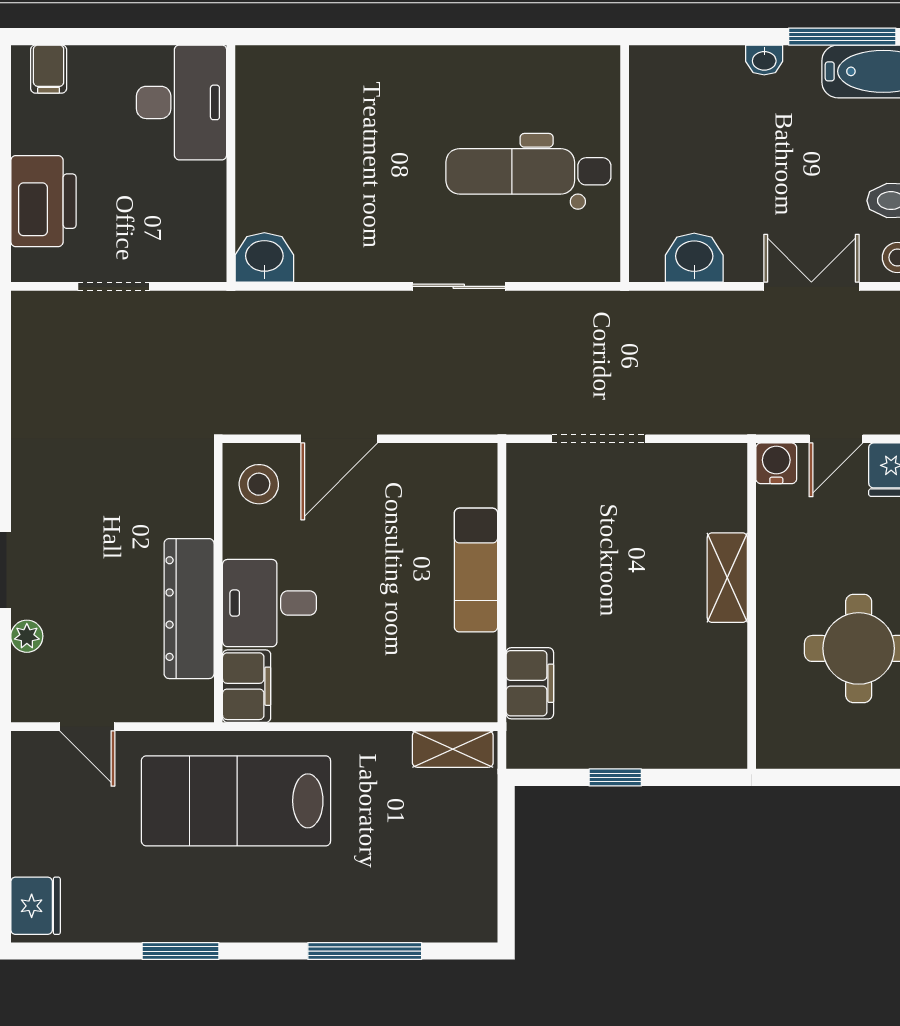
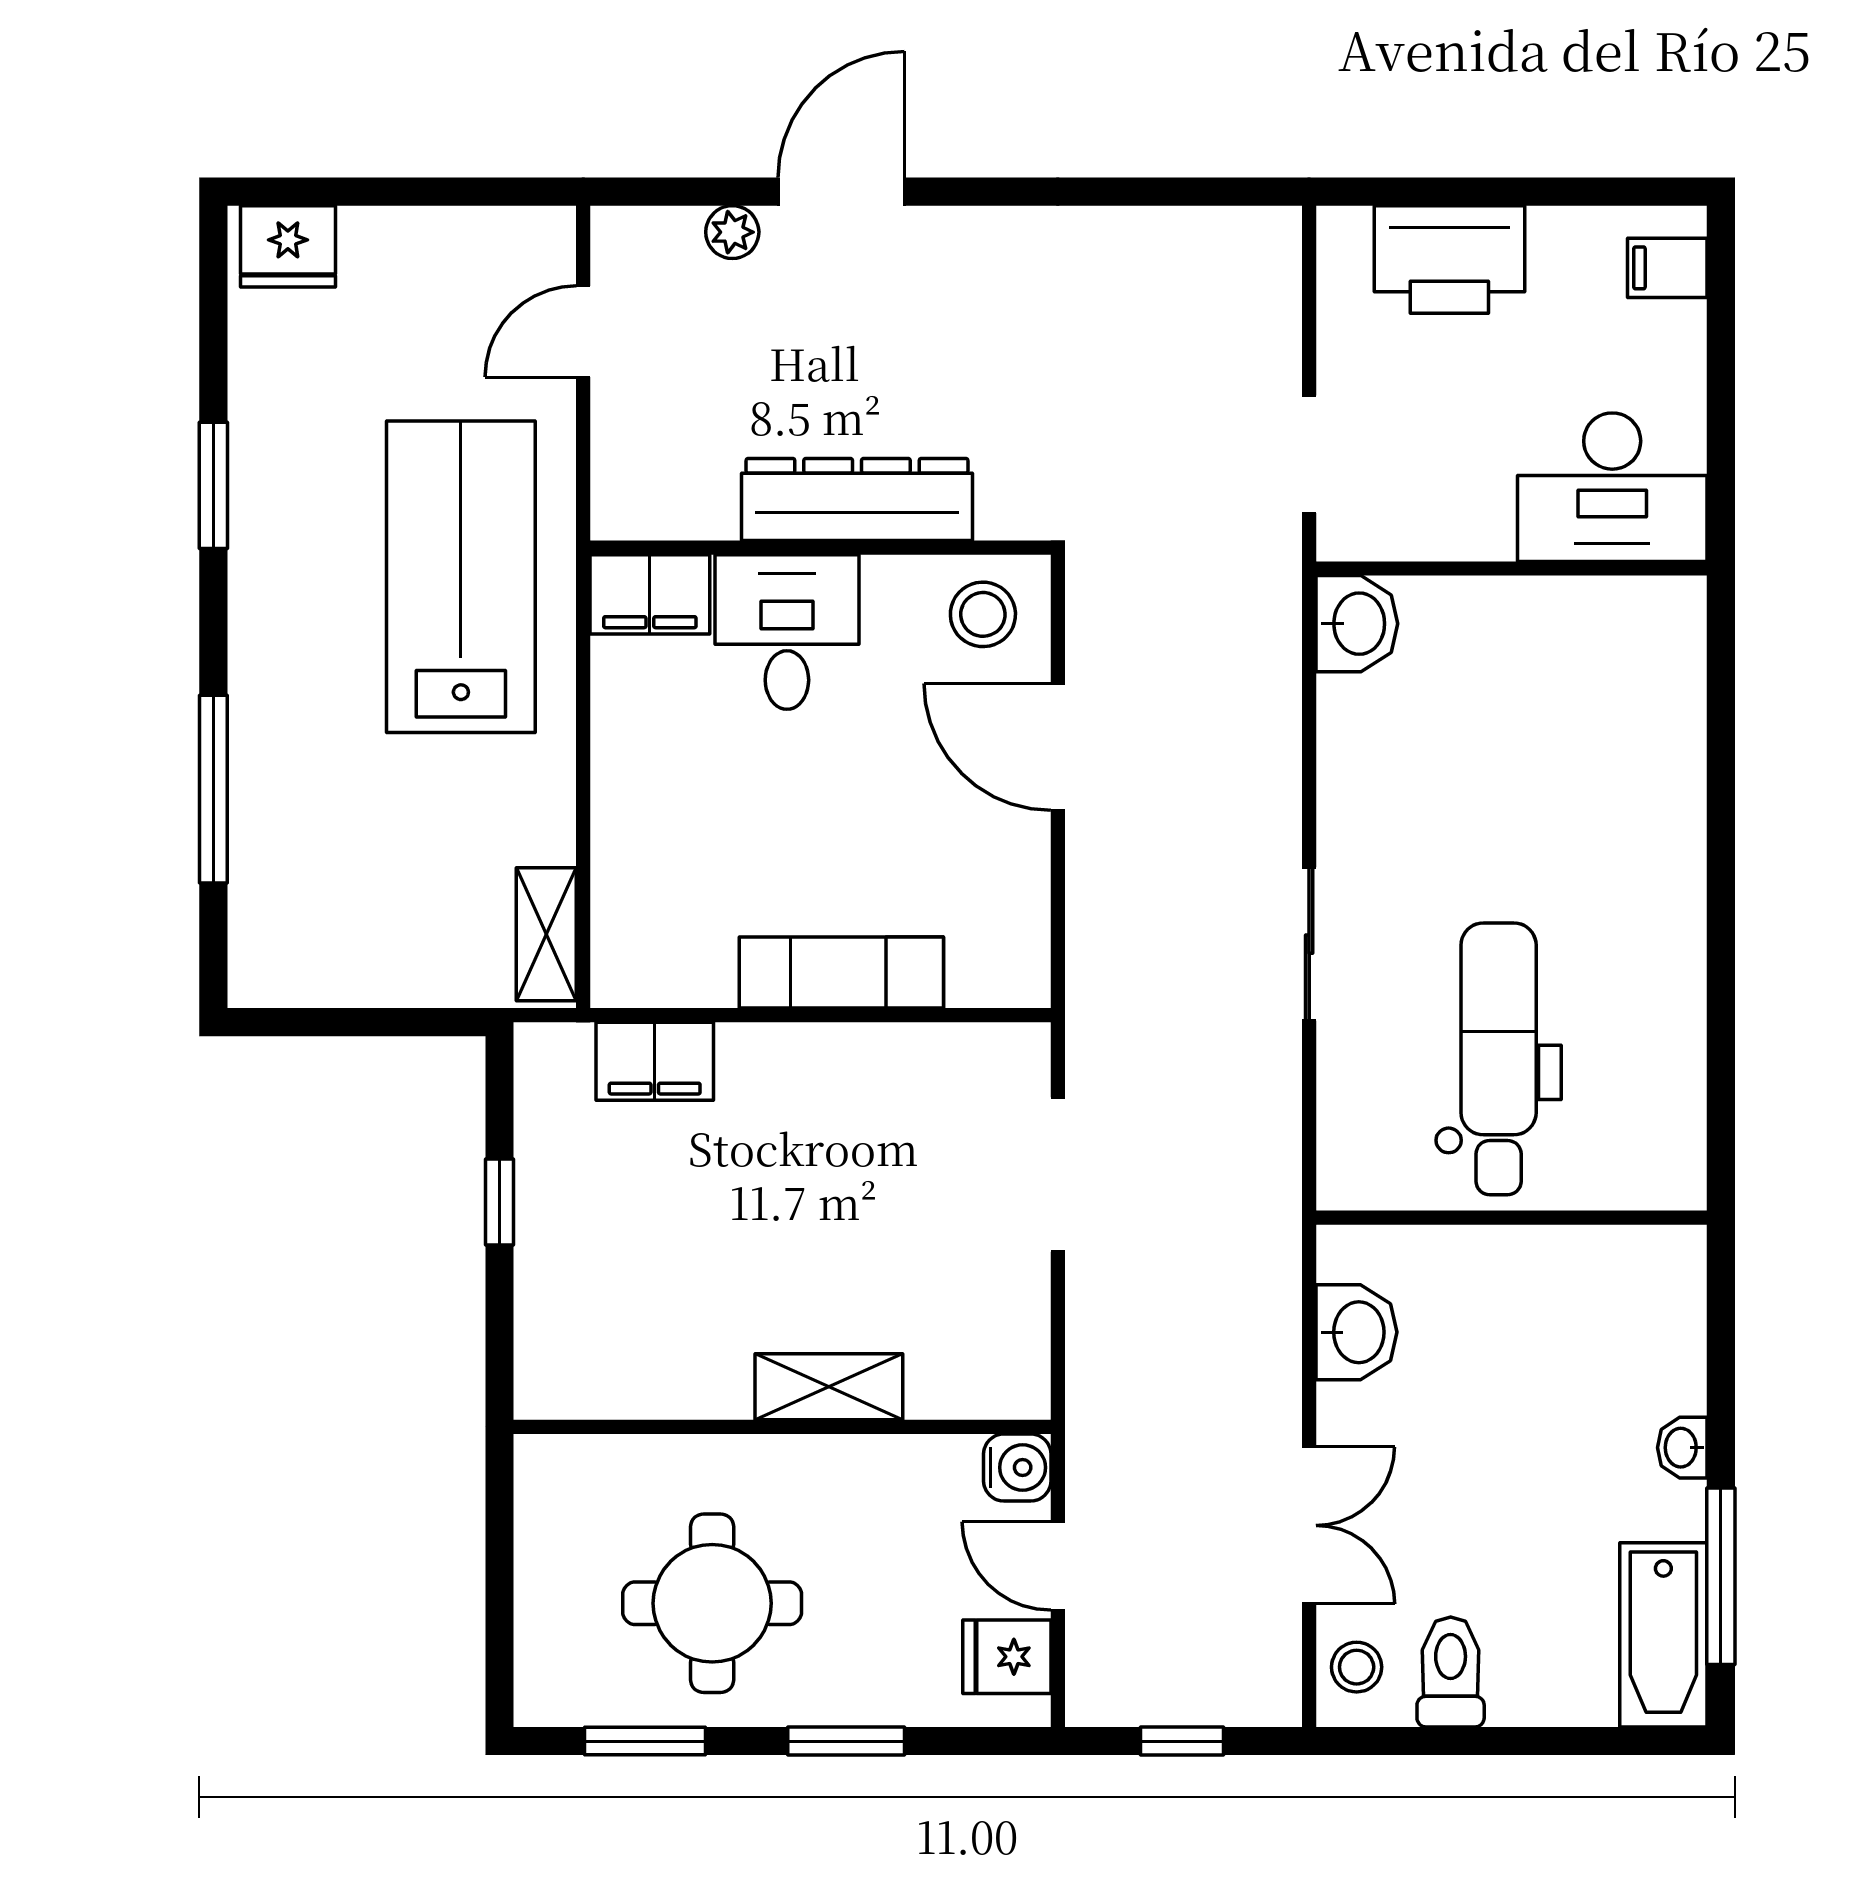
doorway: (113, 286) -> (1309, 454), moved
dresser: (189, 609) -> (857, 499), moved

